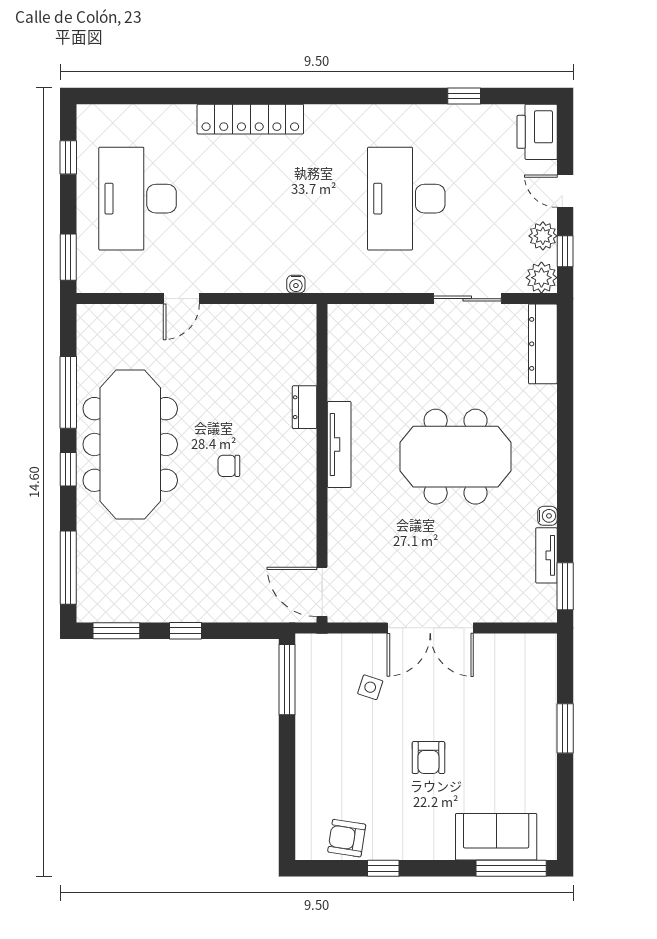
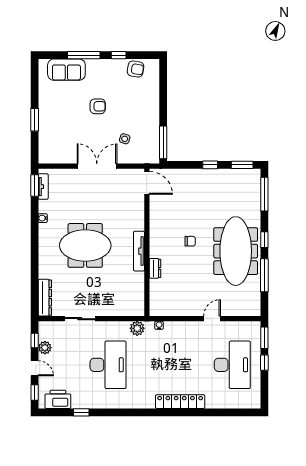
printer: (537, 132) -> (58, 399), moved, turned -90
window: (565, 139) -> (35, 393), added
window: (68, 157) -> (264, 363), moved
plant: (541, 278) -> (137, 328), moved
tv unit: (546, 555) -> (43, 187), moved
armchair: (428, 758) -> (98, 106), turned 90
window: (511, 868) -> (84, 55), moved

